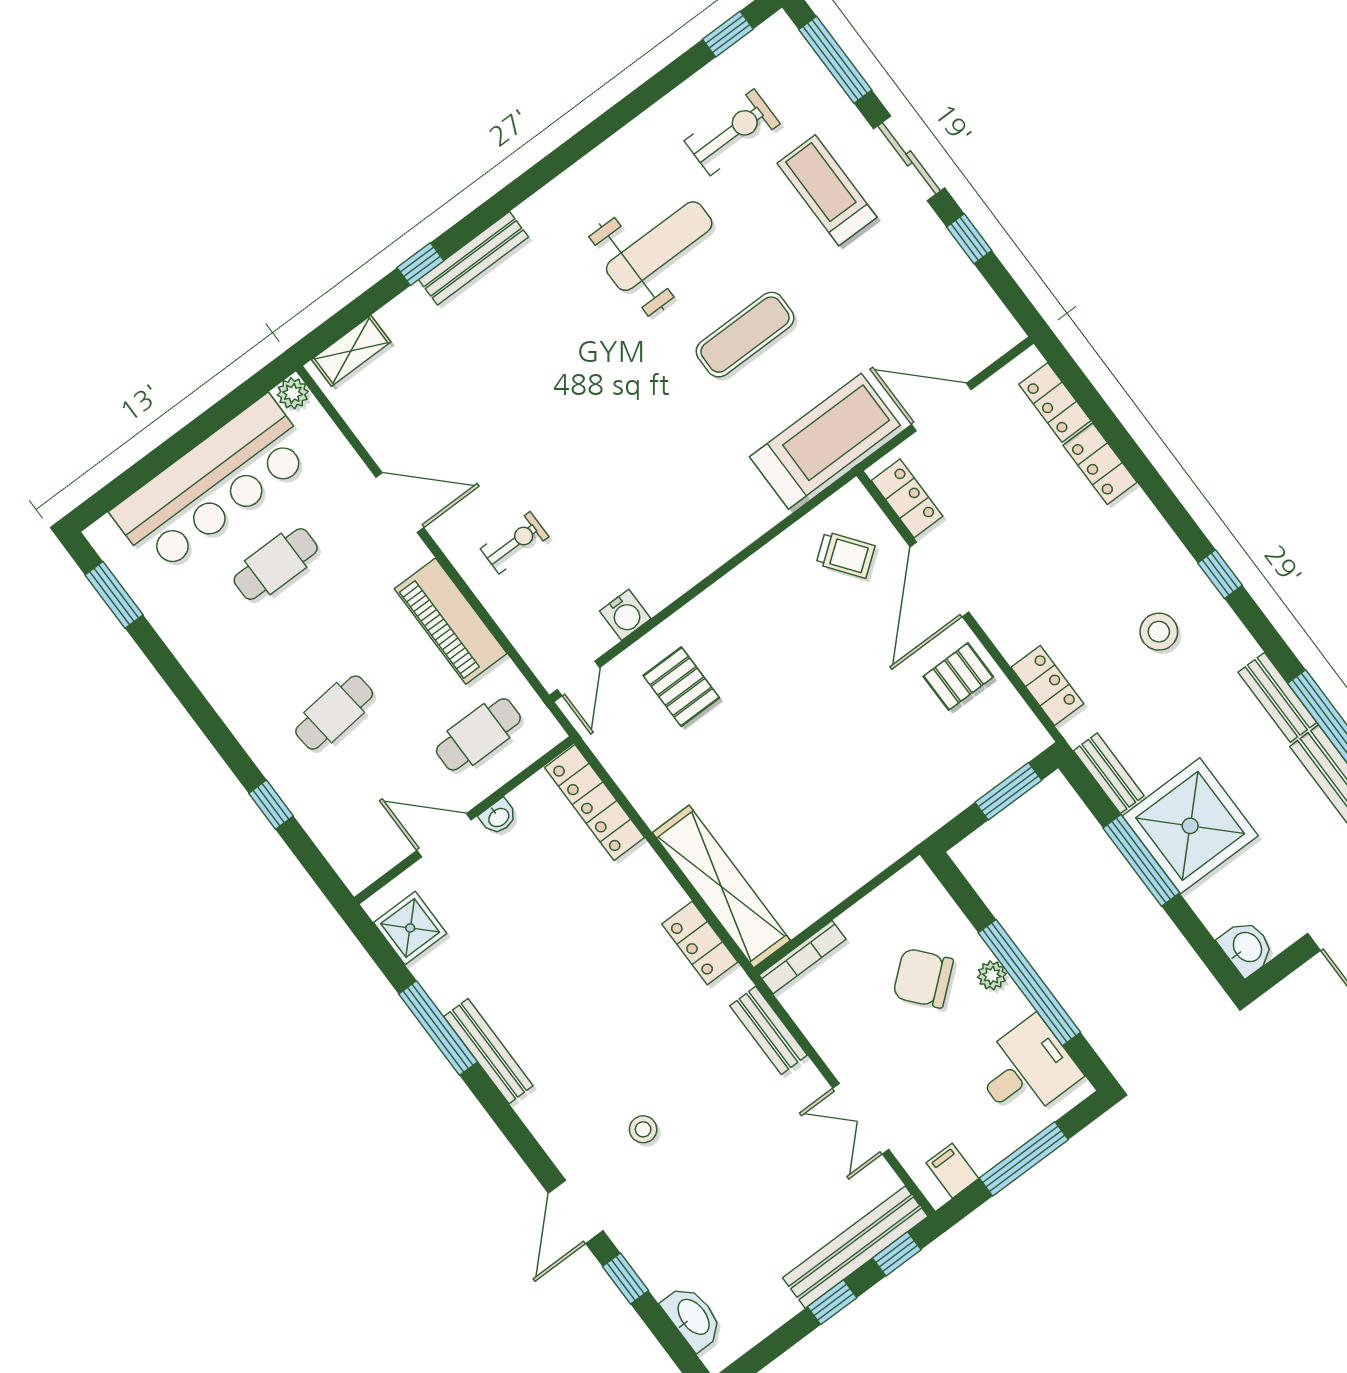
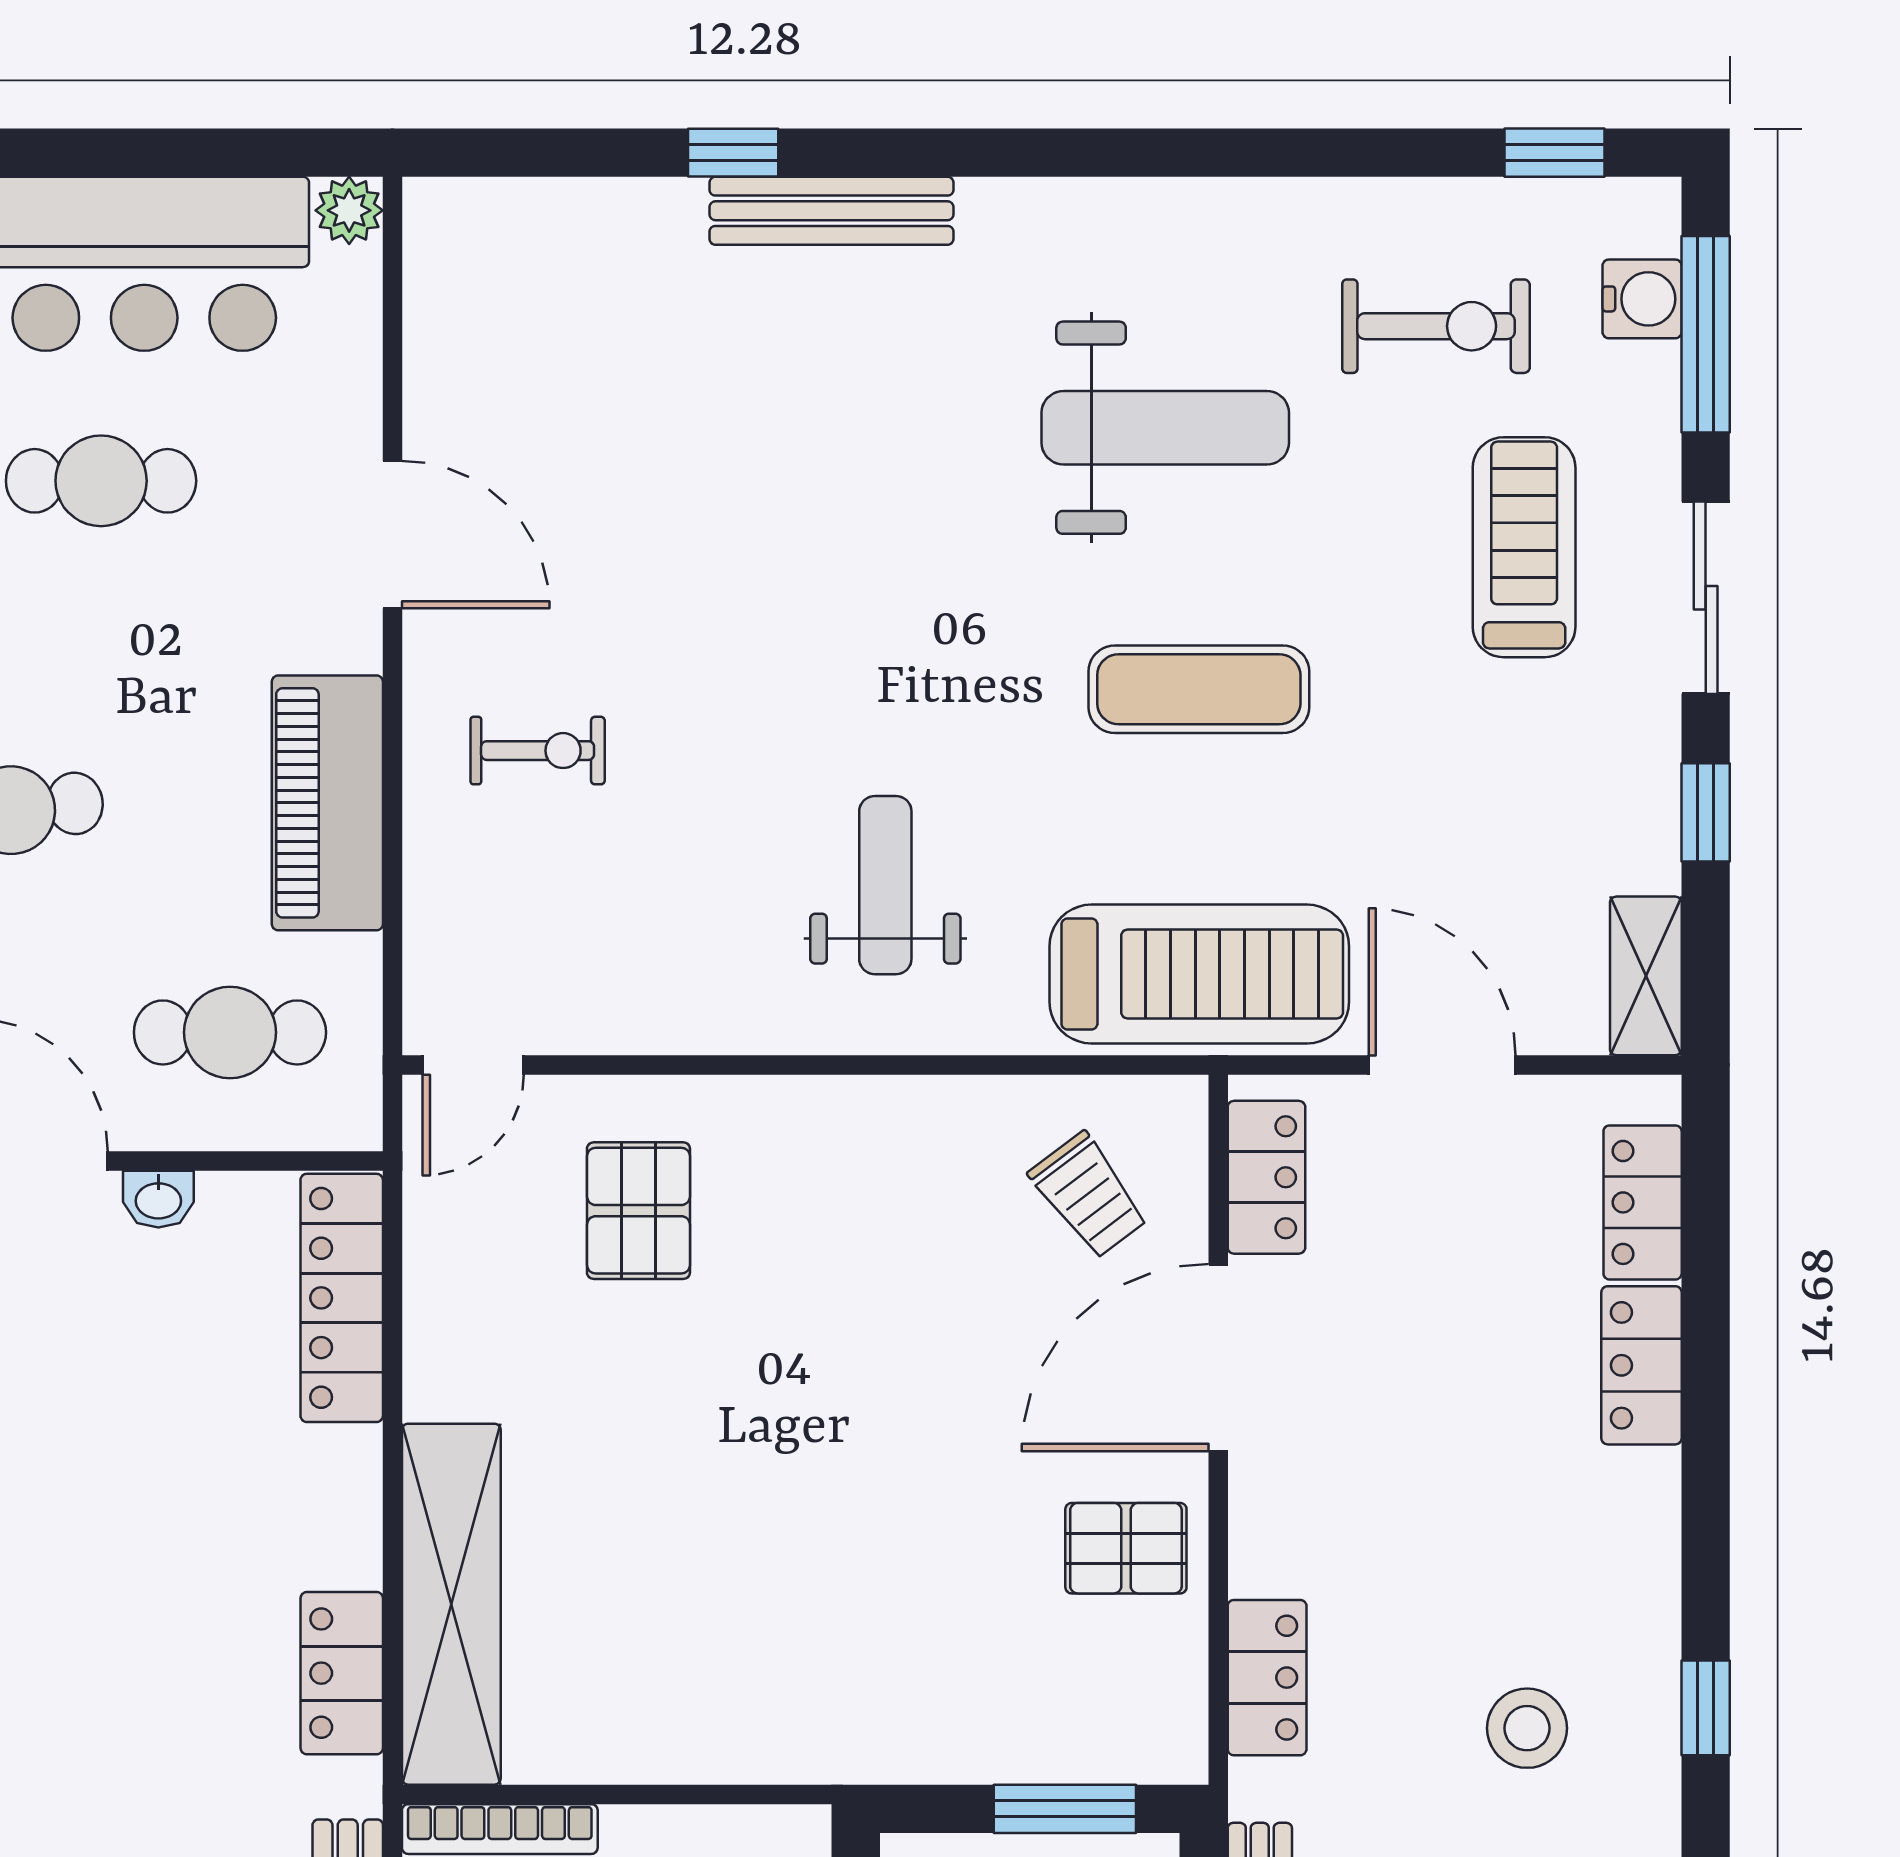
shelving: (351, 351) -> (1646, 976), moved, turned 90
weight bench: (683, 496) -> (885, 885), added
water cooler: (625, 615) -> (1642, 299), moved, turned -90

